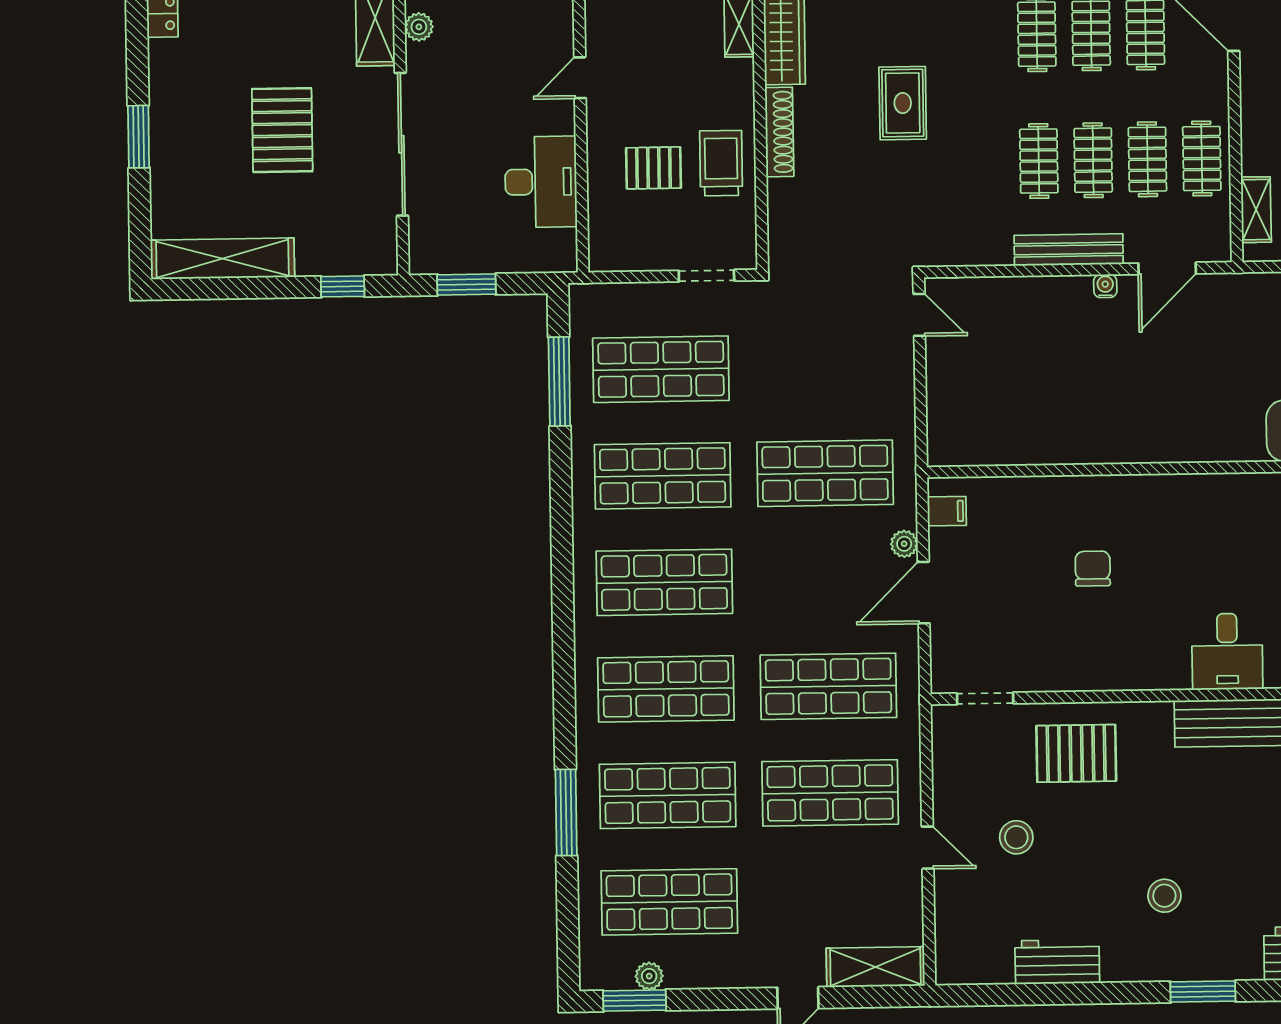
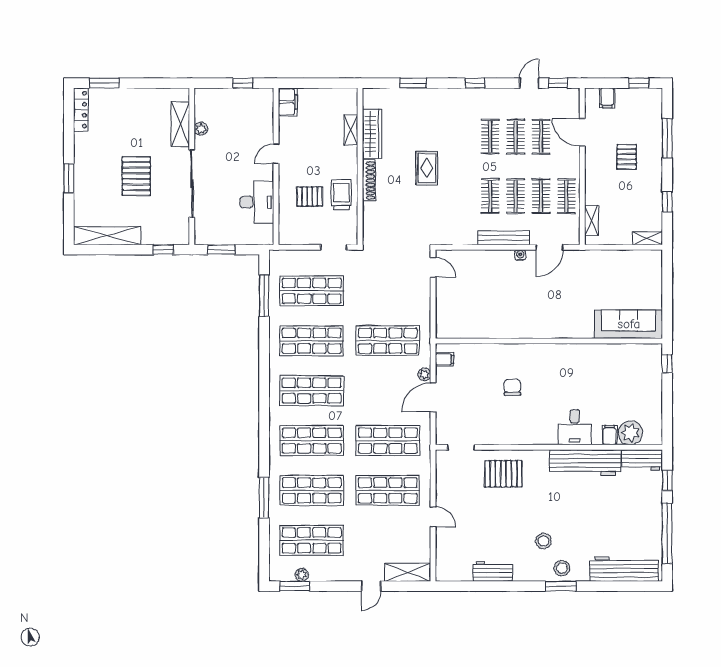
stool: (1016, 837) -> (562, 568), moved

